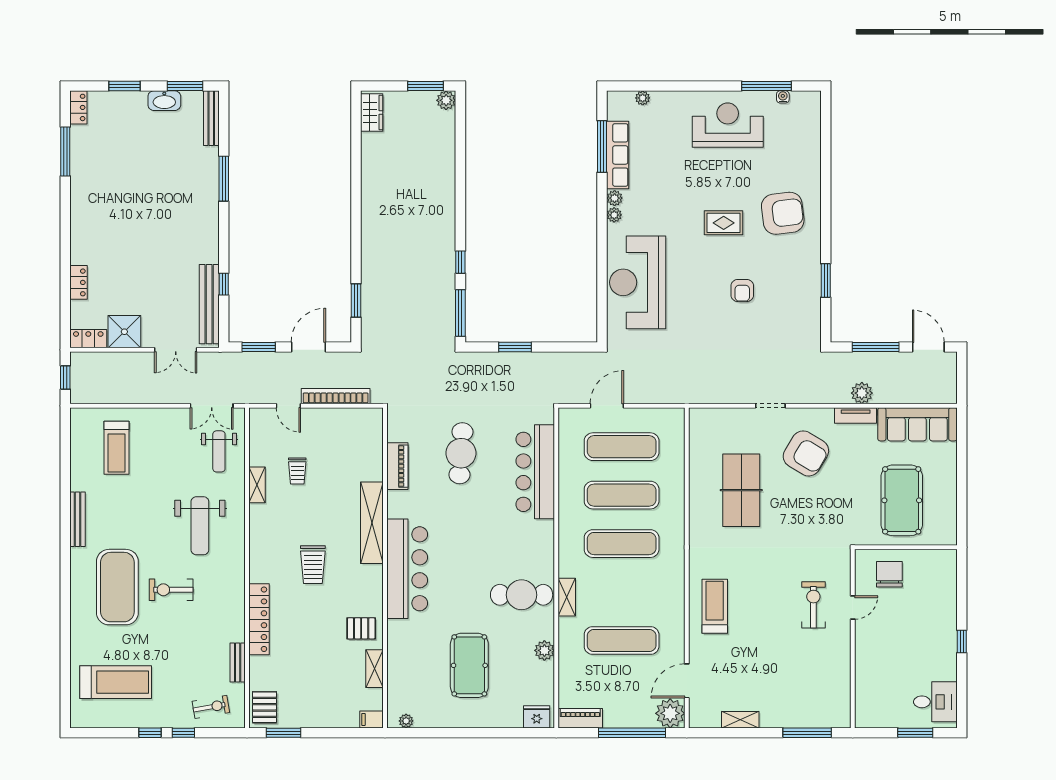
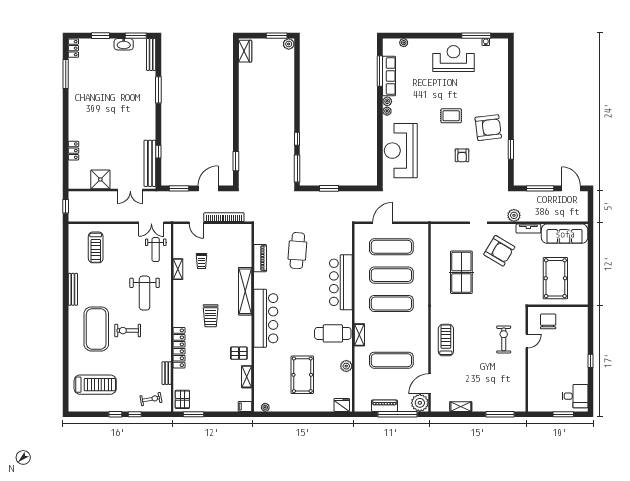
armchair: (783, 213) -> (488, 128), moved
locker: (88, 339) -> (79, 183), removed
plant: (862, 393) -> (514, 215), moved
bar counter: (535, 472) -> (341, 282), moved
piano: (580, 718) -> (384, 406), moved

